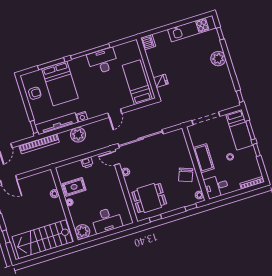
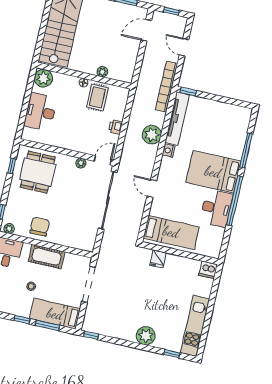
bed: (60, 84) -> (213, 172), moved
armchair: (35, 93) -> (224, 114), removed
chair: (186, 175) -> (40, 227), turned 69

